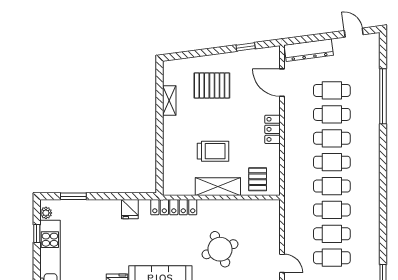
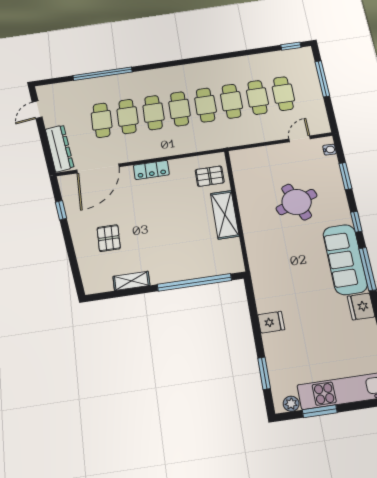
door: (282, 83) -> (98, 168), width x1.36
pallet: (212, 85) -> (109, 238), width x0.67, depth x0.71
trolley: (213, 151) -> (185, 226), removed
window: (159, 152) -> (194, 282), added
locker: (174, 207) -> (257, 257), removed
fridge: (130, 209) -> (271, 322), moved
window: (37, 234) -> (320, 411), width x1.50

